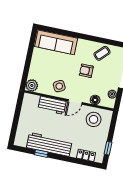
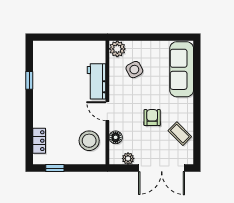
side table: (59, 86) -> (134, 70), moved
workbench: (49, 144) -> (44, 88), removed

